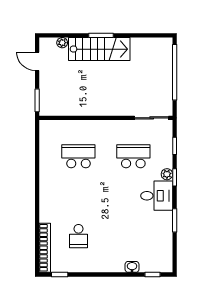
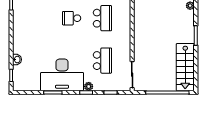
stairs: (99, 49) -> (185, 67), moved
desk: (157, 196) -> (62, 75), width x1.87, depth x1.30
school desk: (78, 236) -> (72, 18), moved

